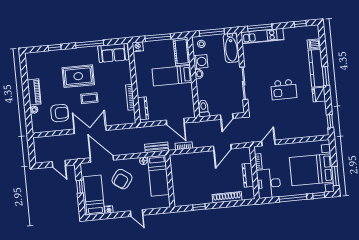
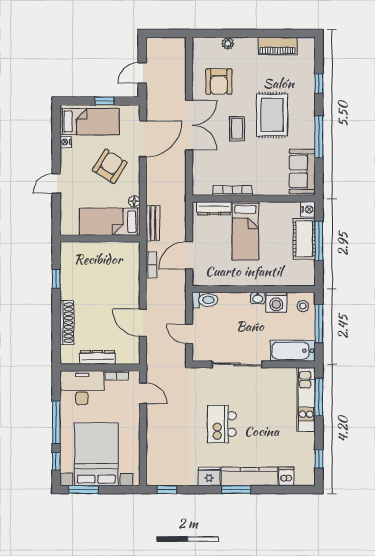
cot: (182, 52) -> (304, 239), moved, turned 90
bed: (172, 76) -> (245, 231), moved, turned 180
piano: (34, 92) -> (278, 46), moved
armchair: (122, 179) -> (110, 166), turned 86

